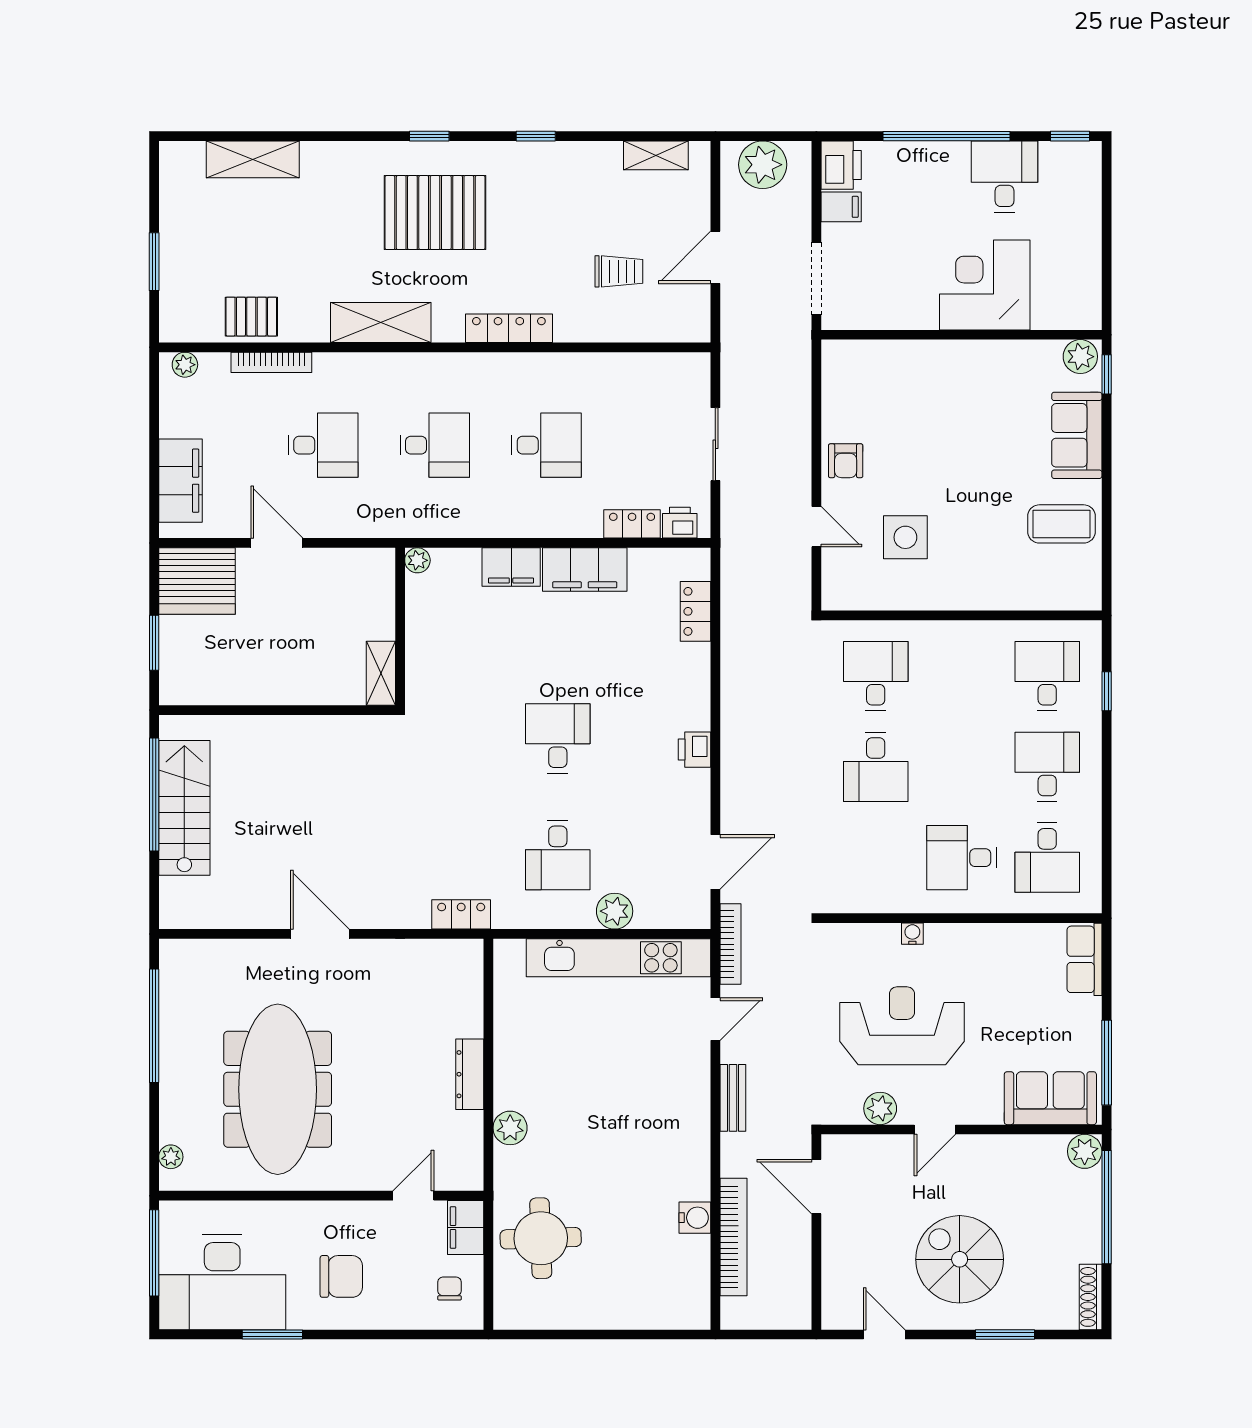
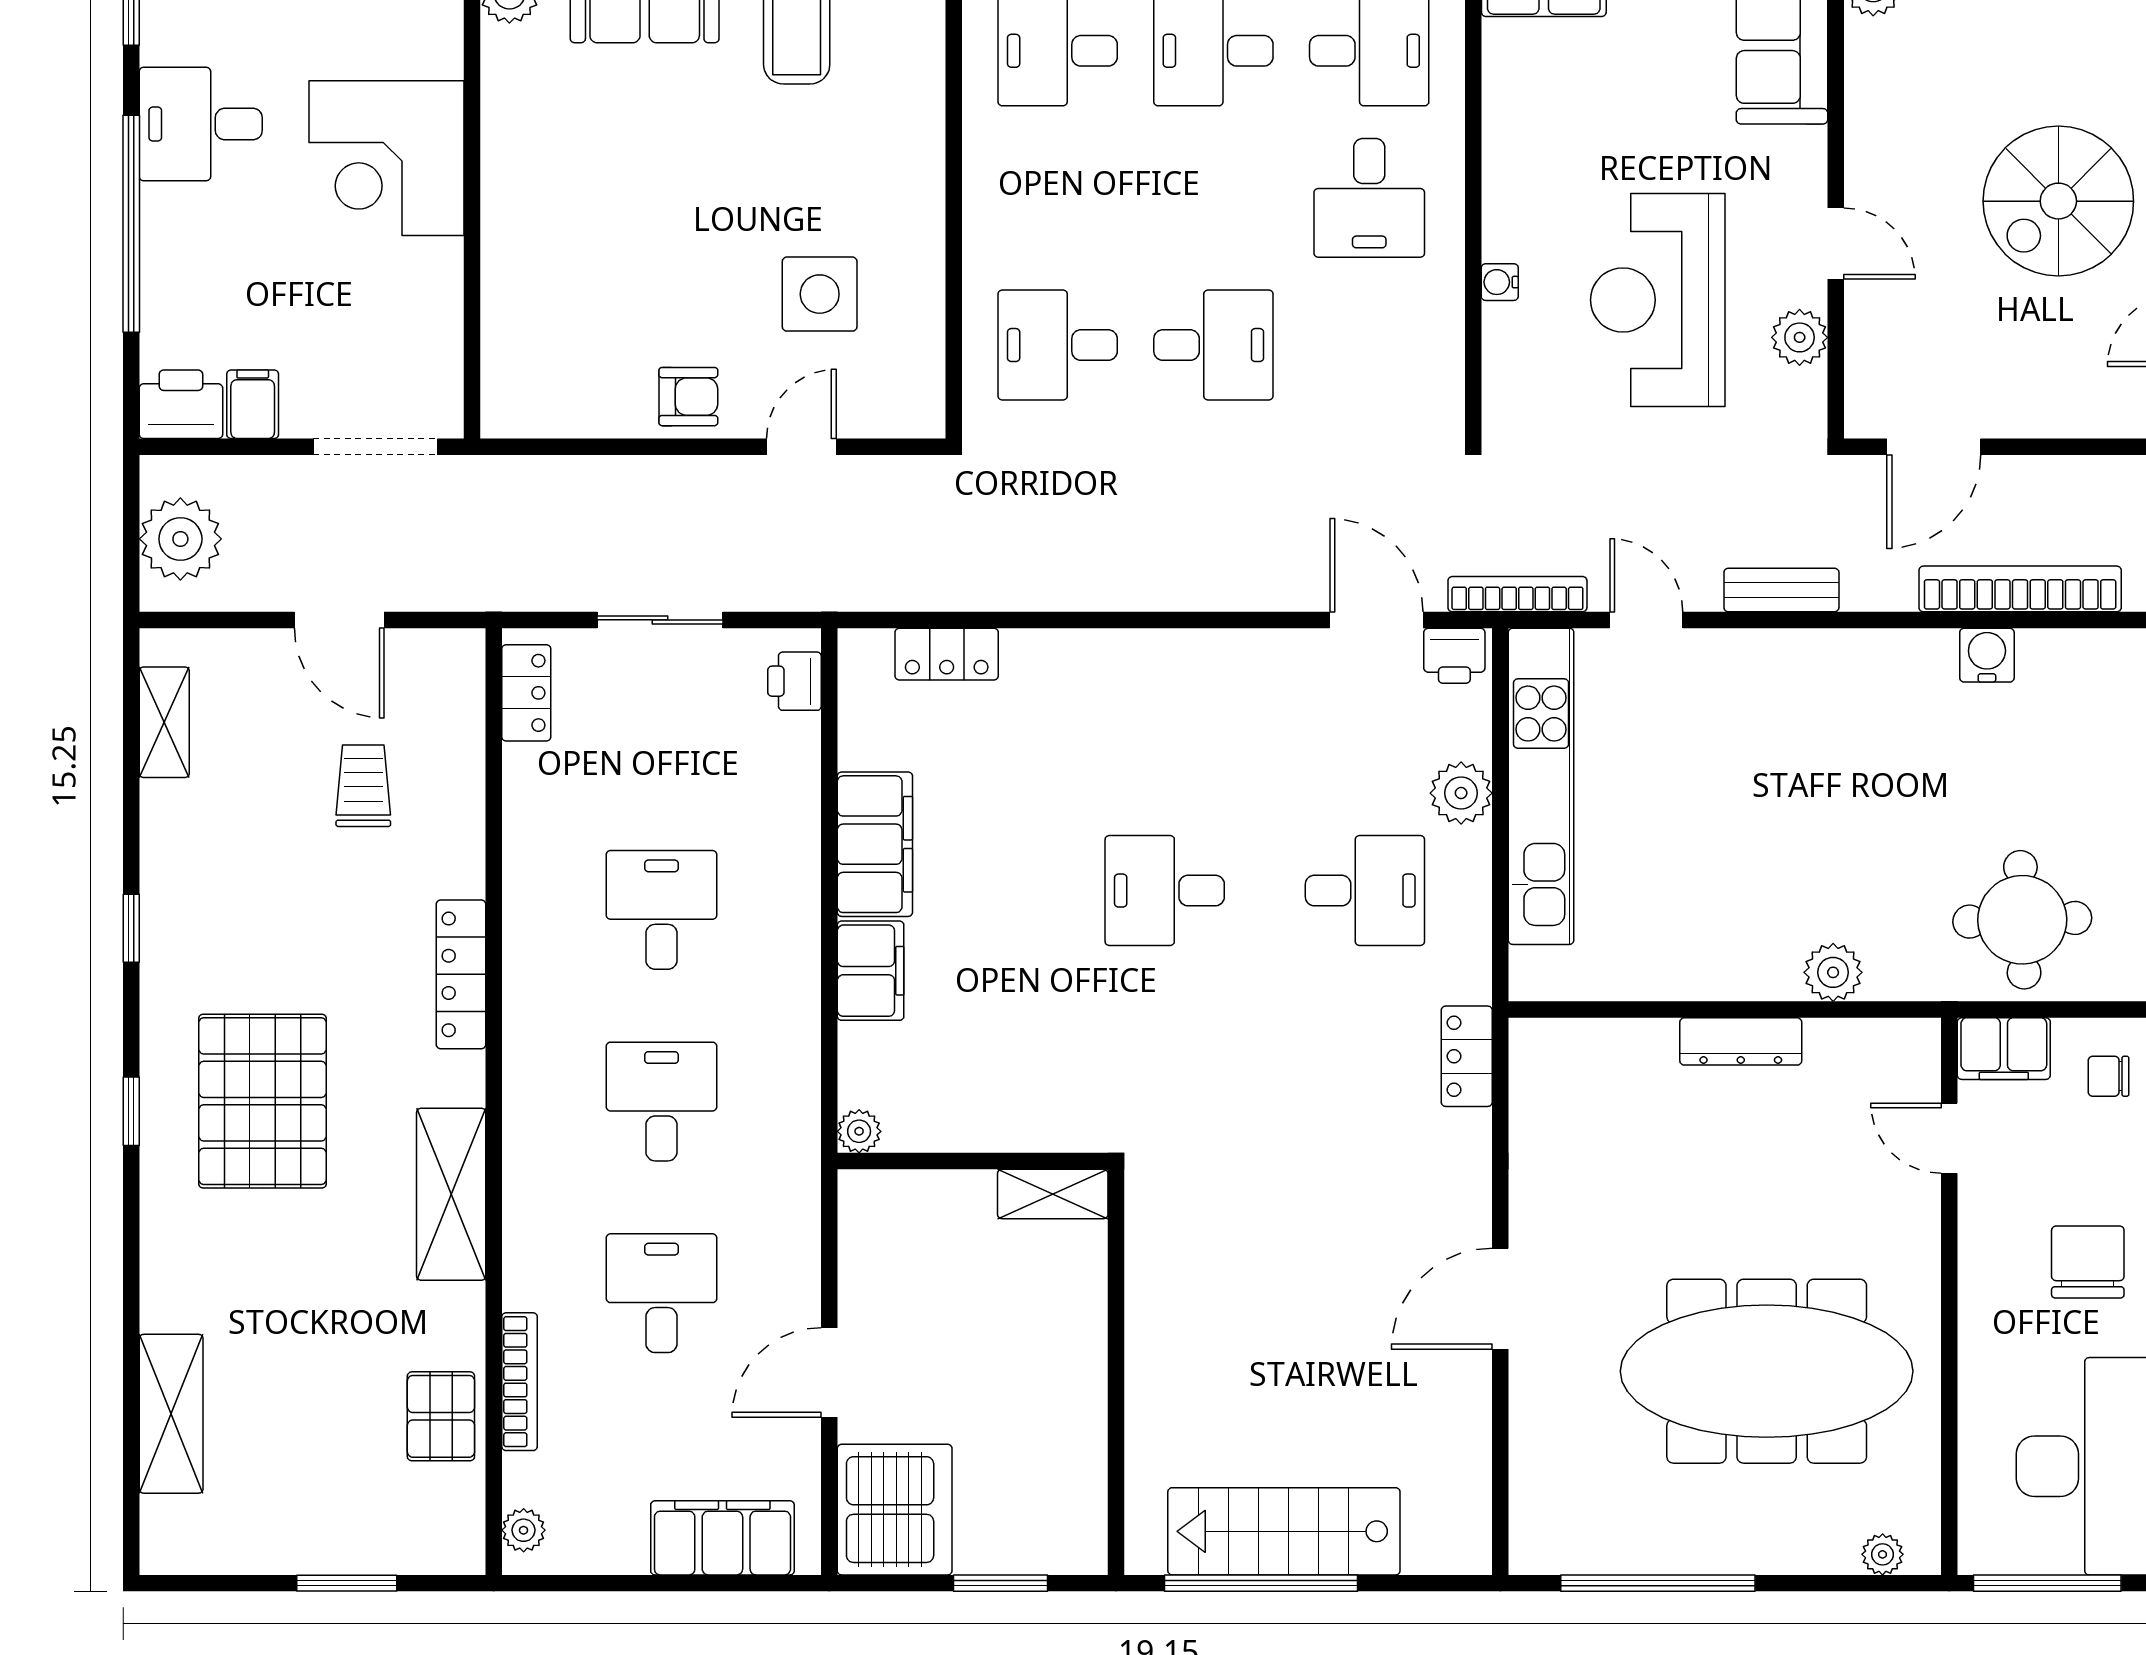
locker: (632, 524) -> (526, 693), moved, turned 180
printer: (695, 750) -> (1454, 656), moved

